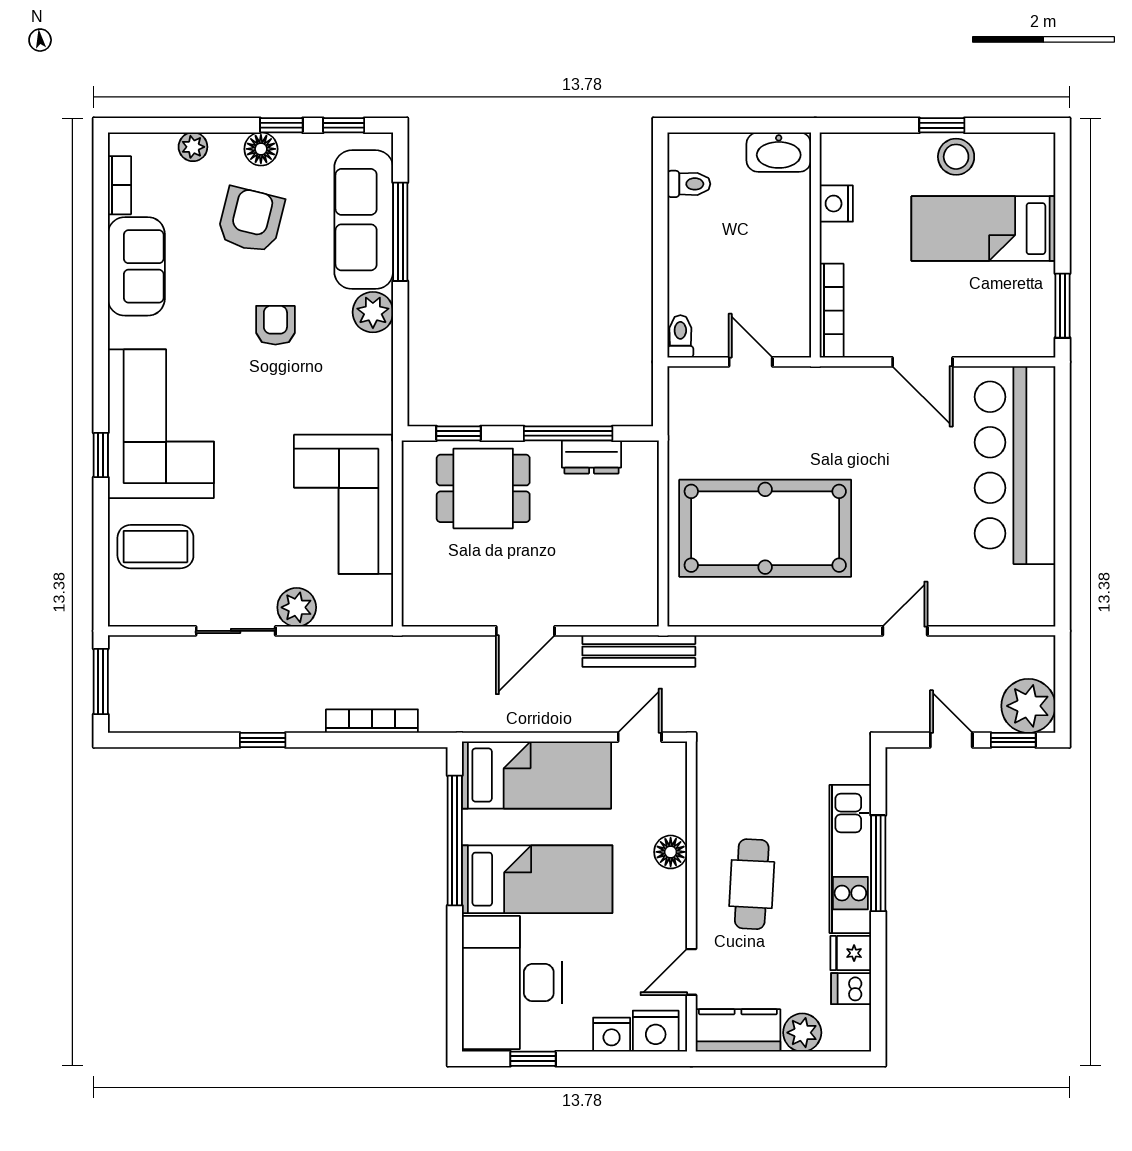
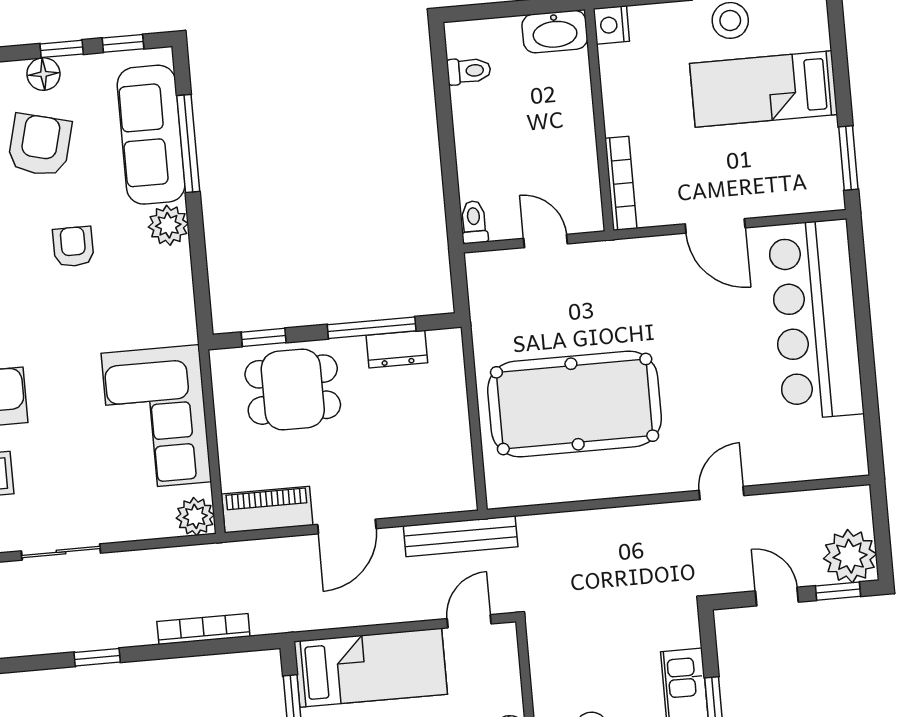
nightstand: (836, 204) -> (611, 25), moved
plant: (297, 607) -> (195, 516), moved
piano: (447, 607) -> (267, 510), added

